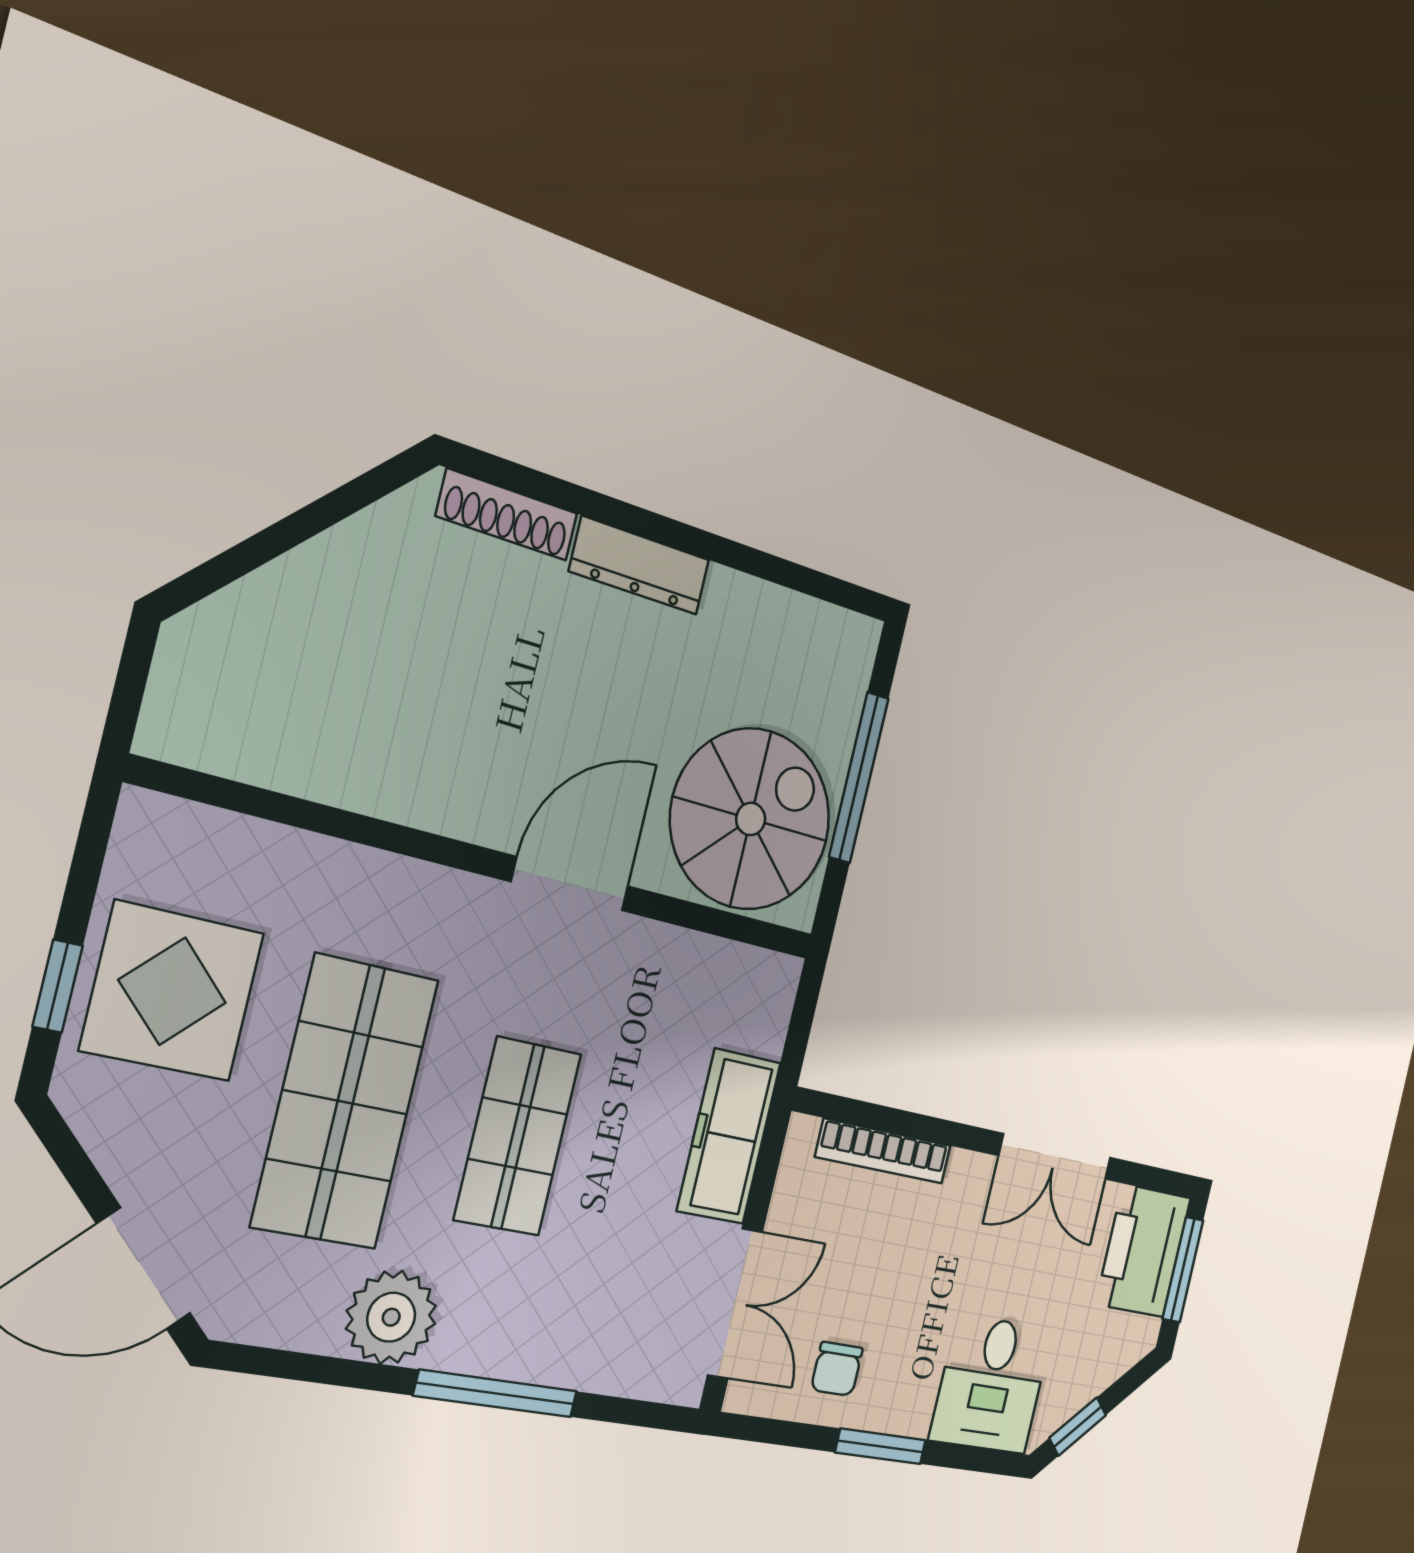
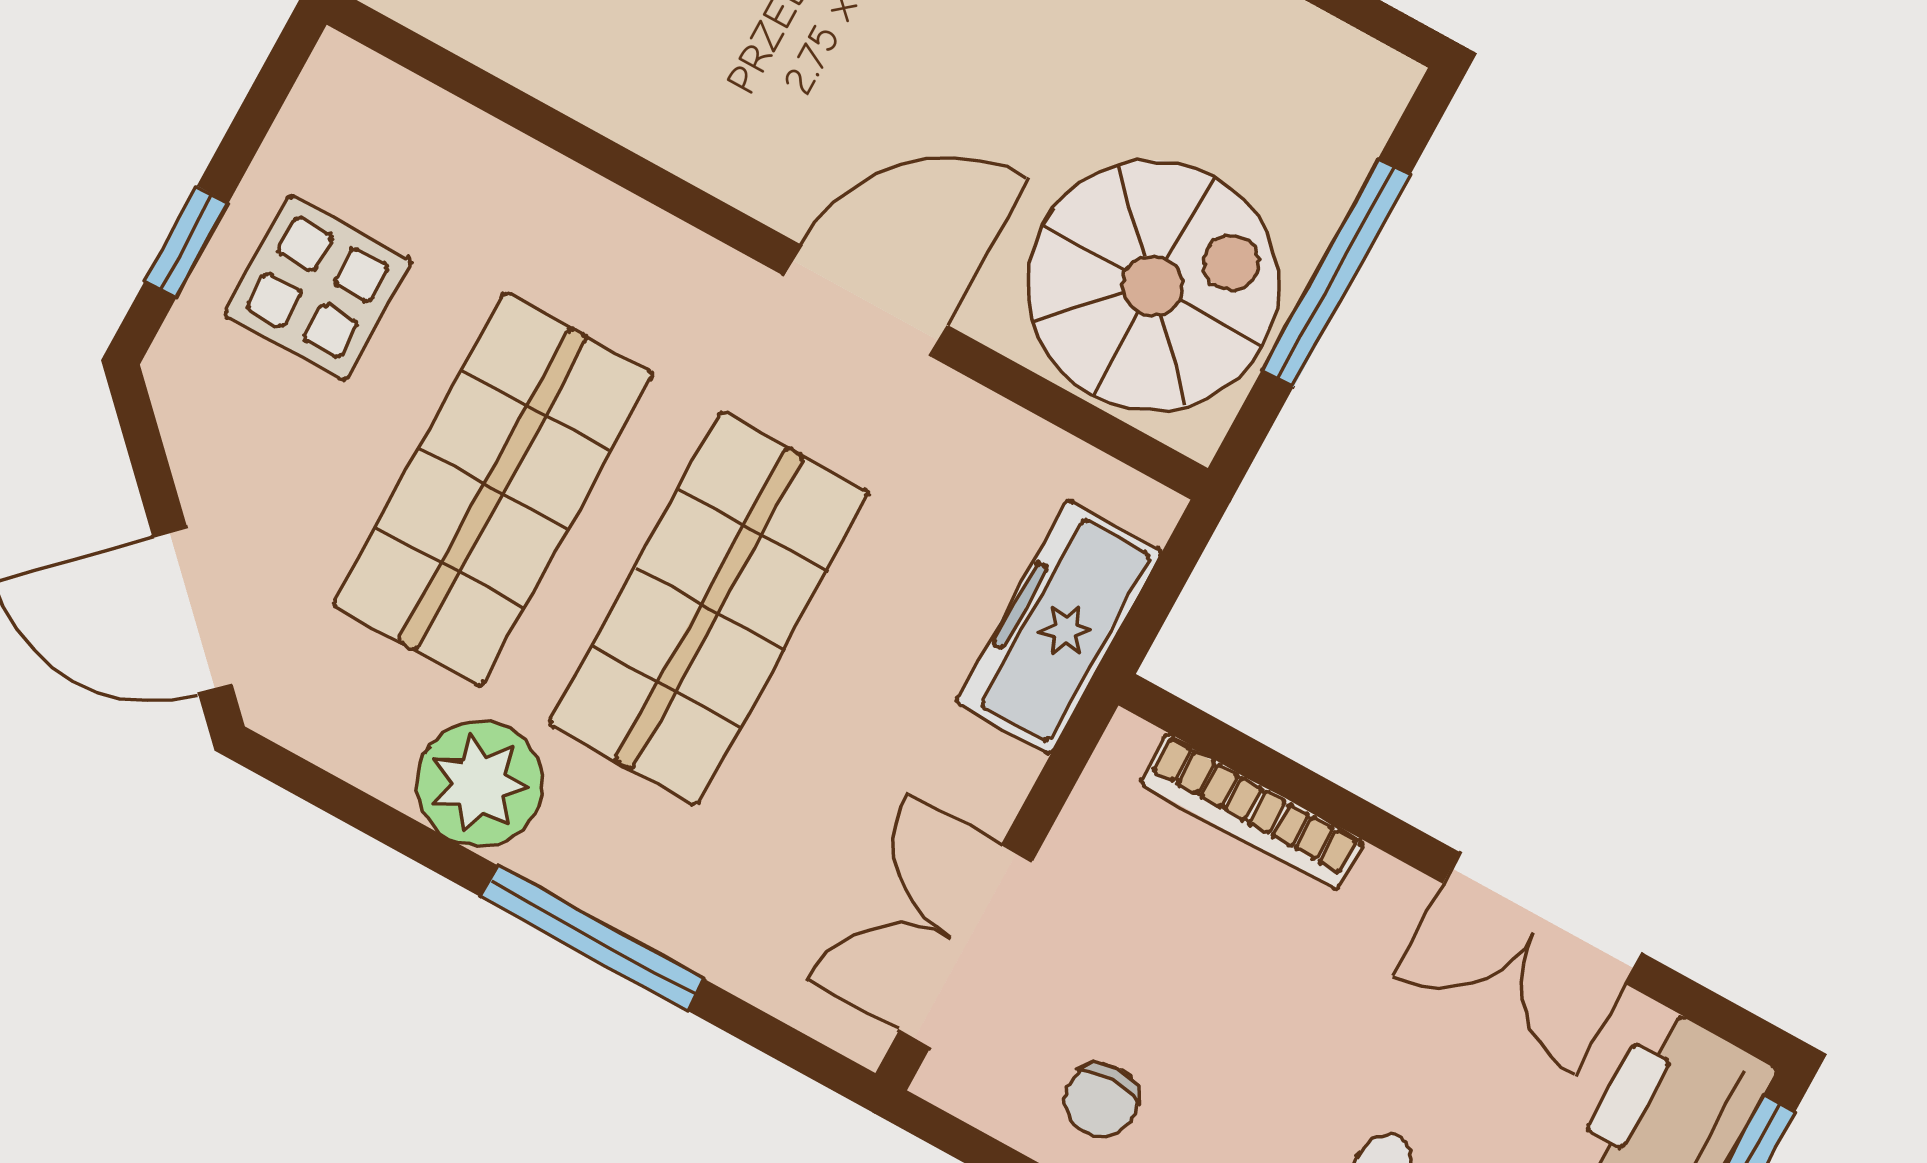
display table: (172, 991) -> (318, 287), width x0.73, depth x0.73
freezer: (729, 1136) -> (1059, 627), moved
shop shelf: (518, 1137) -> (709, 608), width x1.43, depth x1.36
double door: (735, 1303) -> (966, 946), swing flipped

